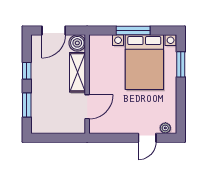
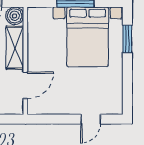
plant: (165, 128) -> (110, 108), removed

